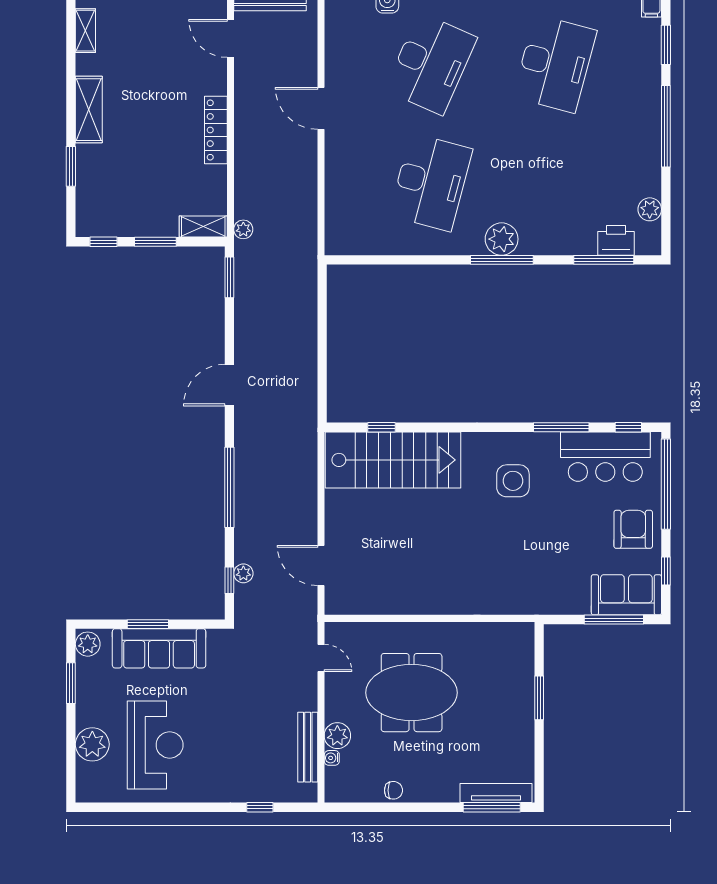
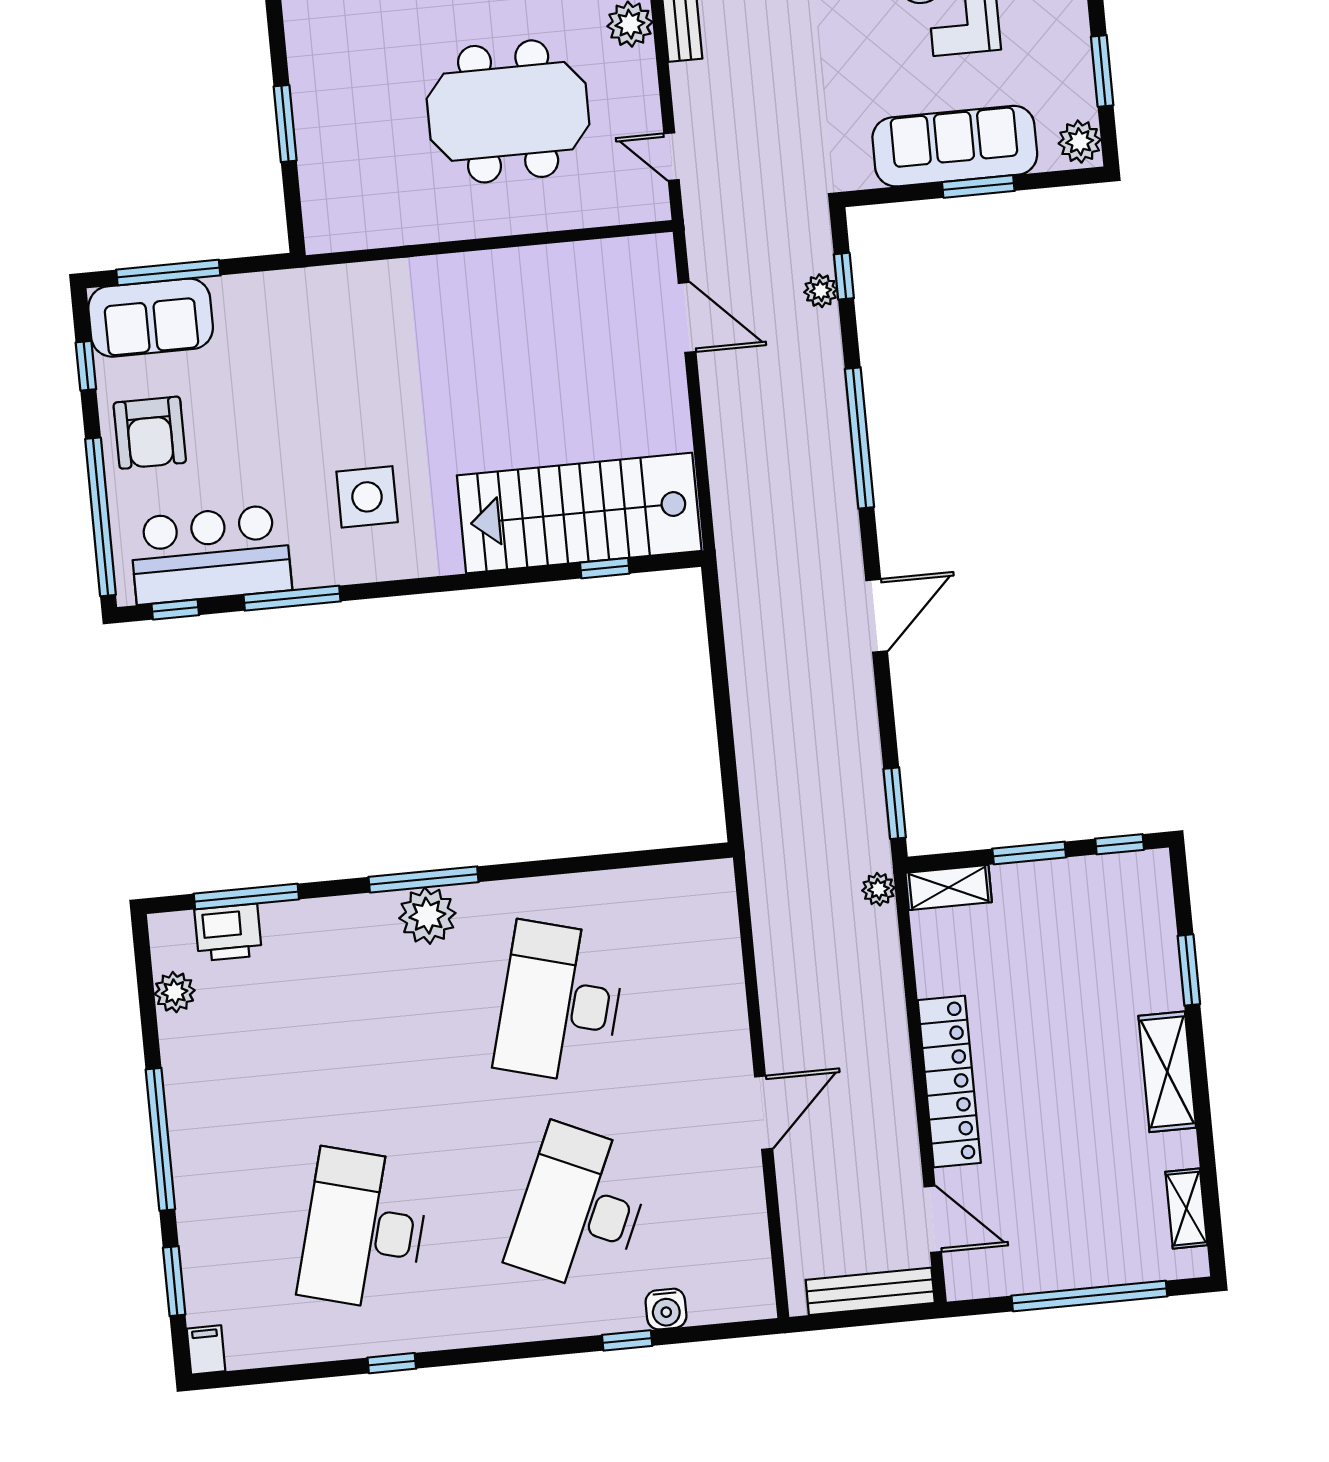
door: (321, 108) -> (764, 1113), hinge flipped
locker: (216, 130) -> (949, 1082), width x1.41, depth x1.21

